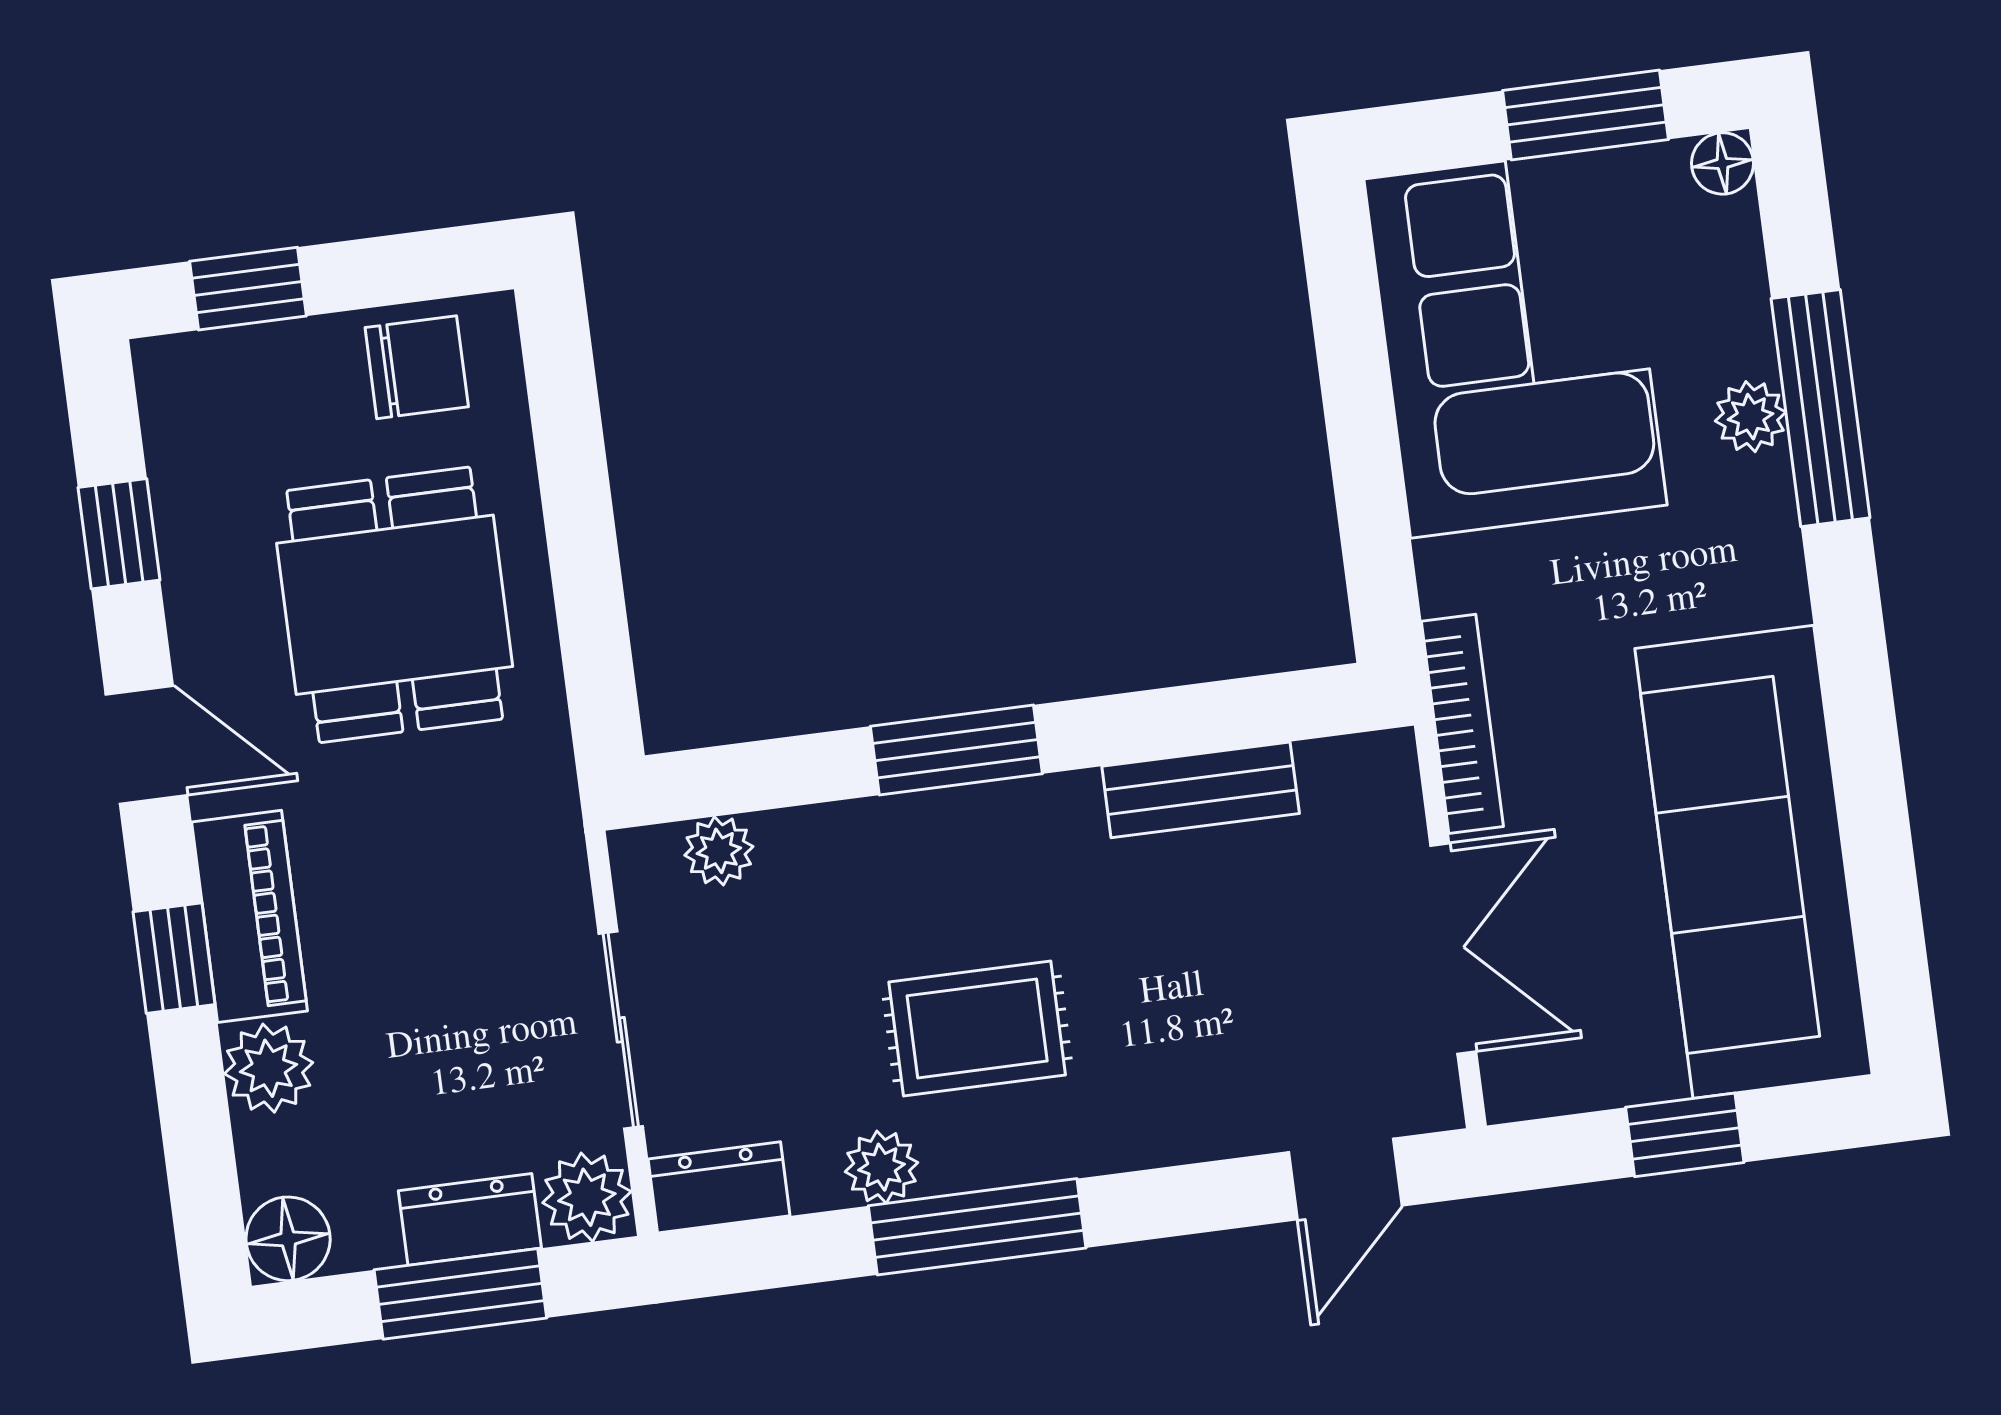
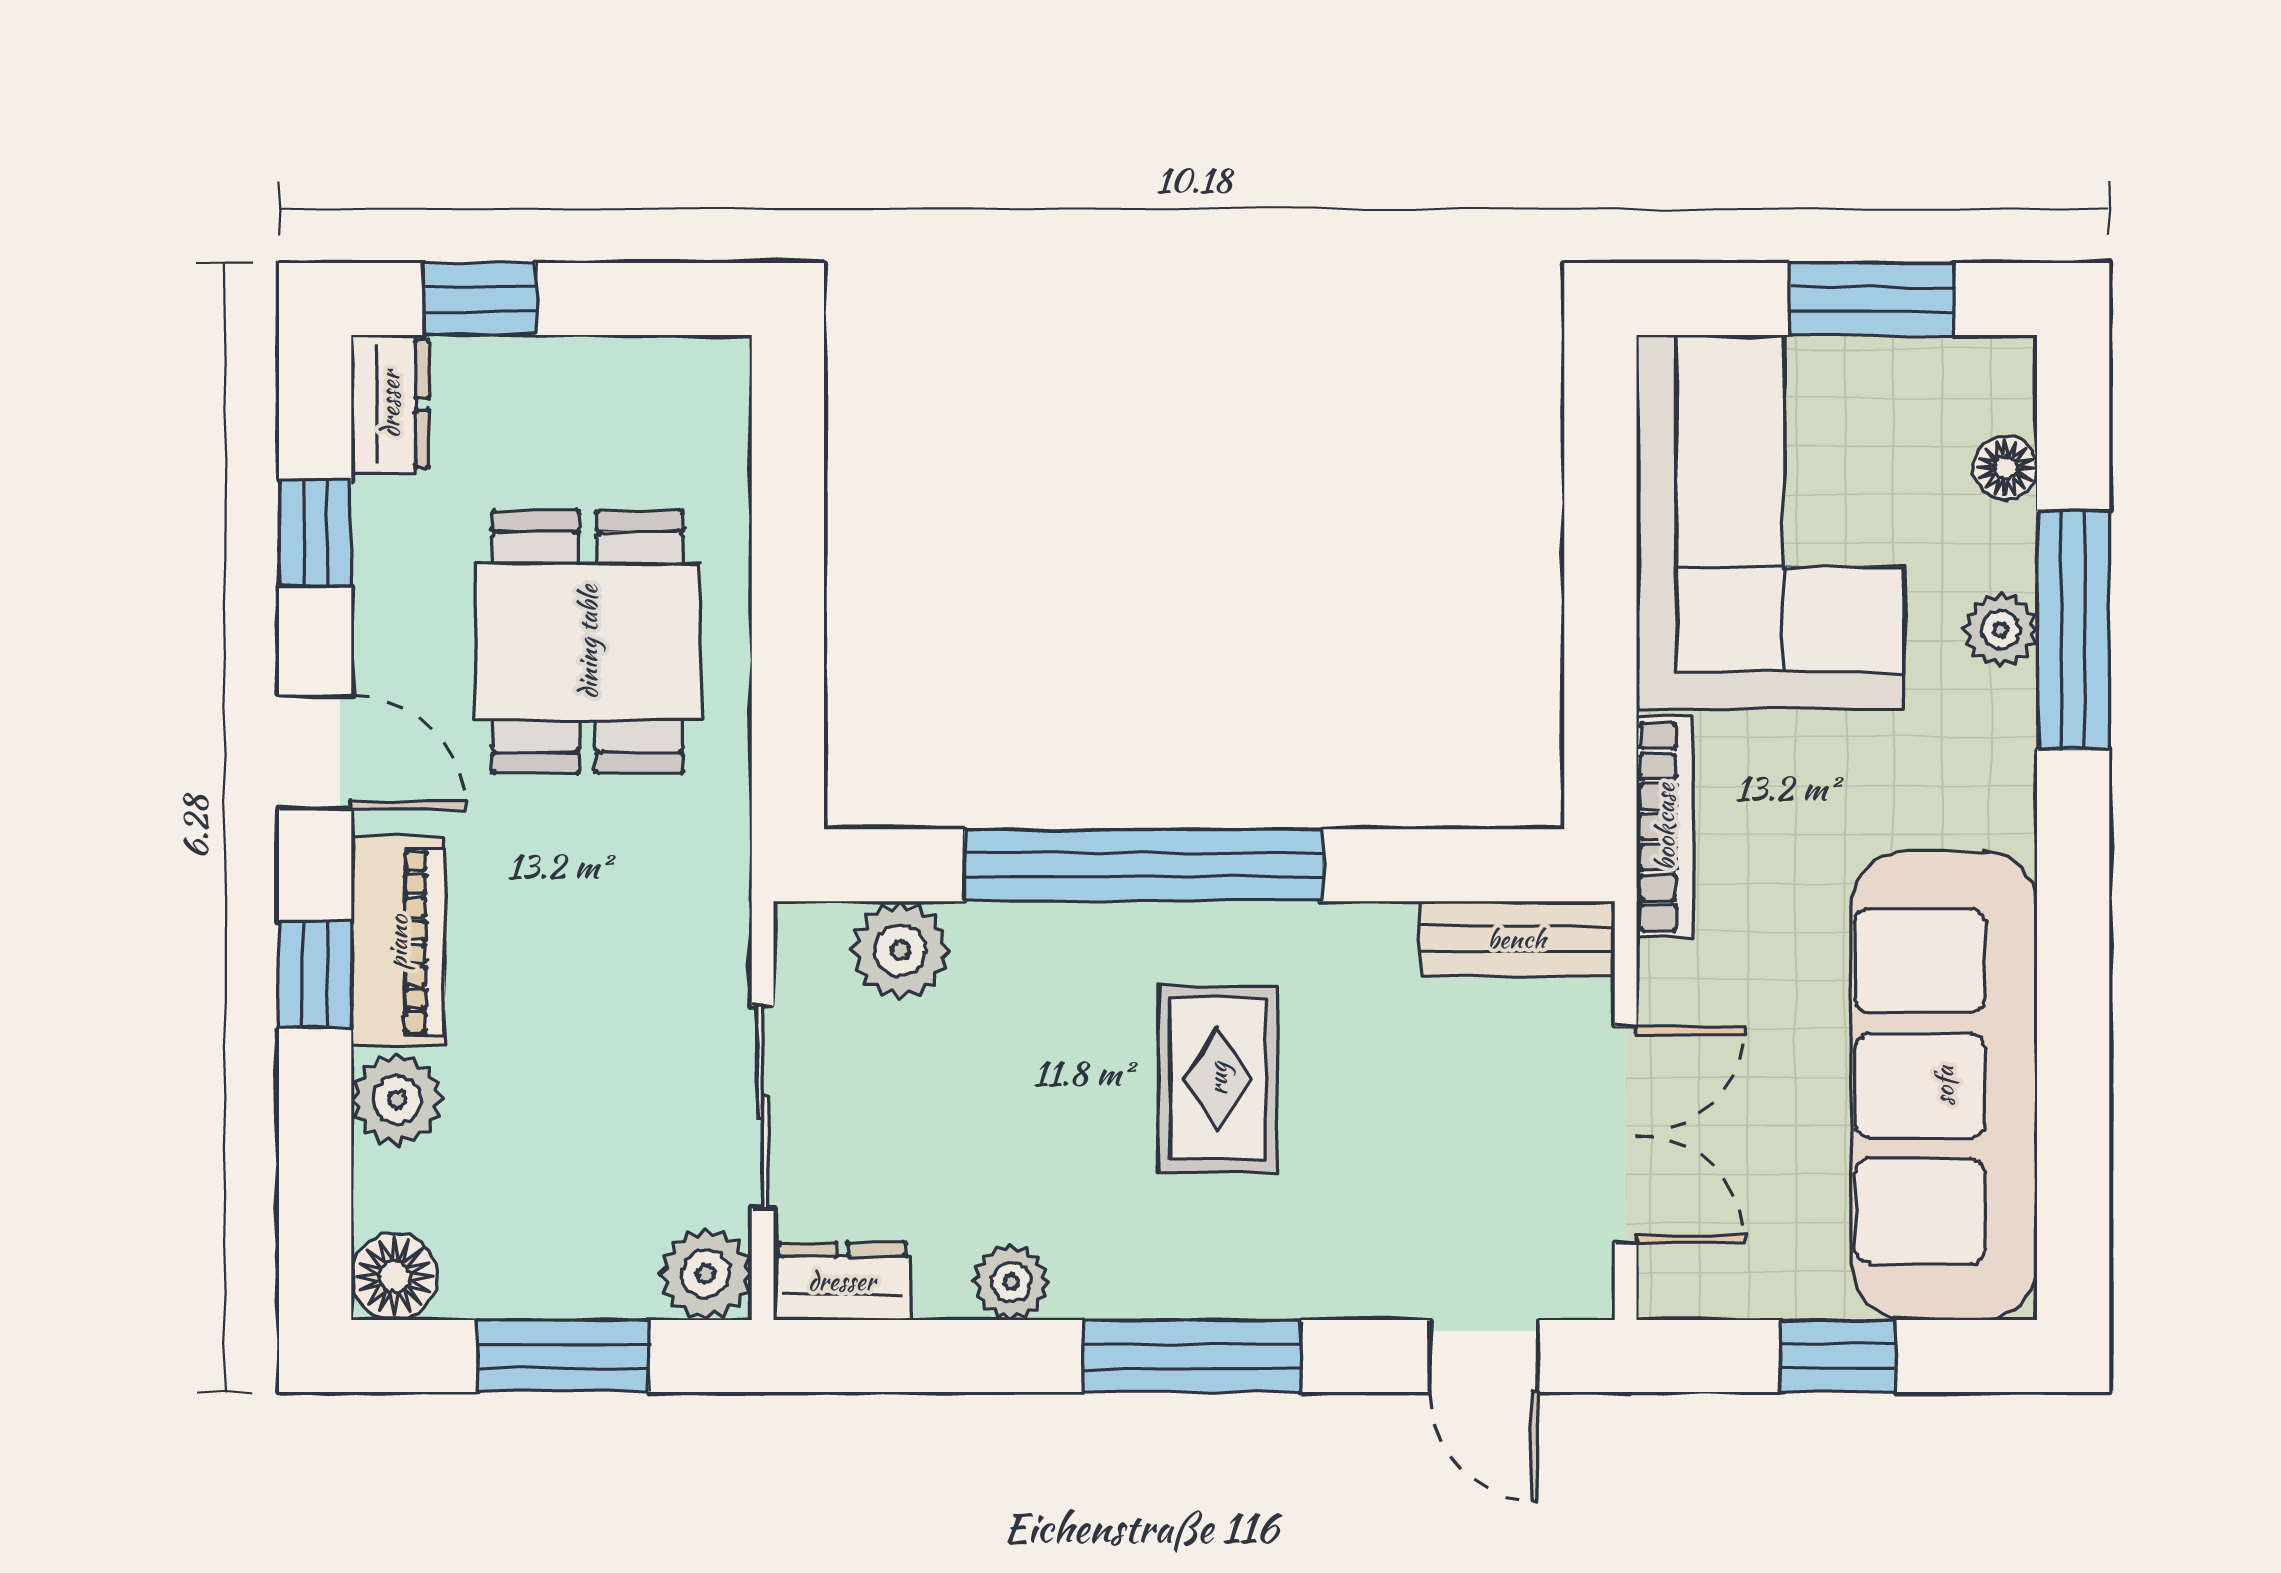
floor lamp: (1722, 163) -> (2005, 468), moved
chair: (417, 367) -> (642, 402), removed
bookcase: (1462, 724) -> (1665, 827), moved
window: (956, 750) -> (1143, 865), width x2.11
bench: (1201, 790) -> (1517, 939), moved
plant: (719, 851) -> (900, 950), width x1.38, depth x1.38
rug: (977, 1028) -> (1218, 1079), moved, turned 90
door: (1345, 1179) -> (1484, 1356), hinge flipped
dresser: (470, 1219) -> (390, 404), moved, turned 90
window: (977, 1227) -> (1192, 1356), moved

